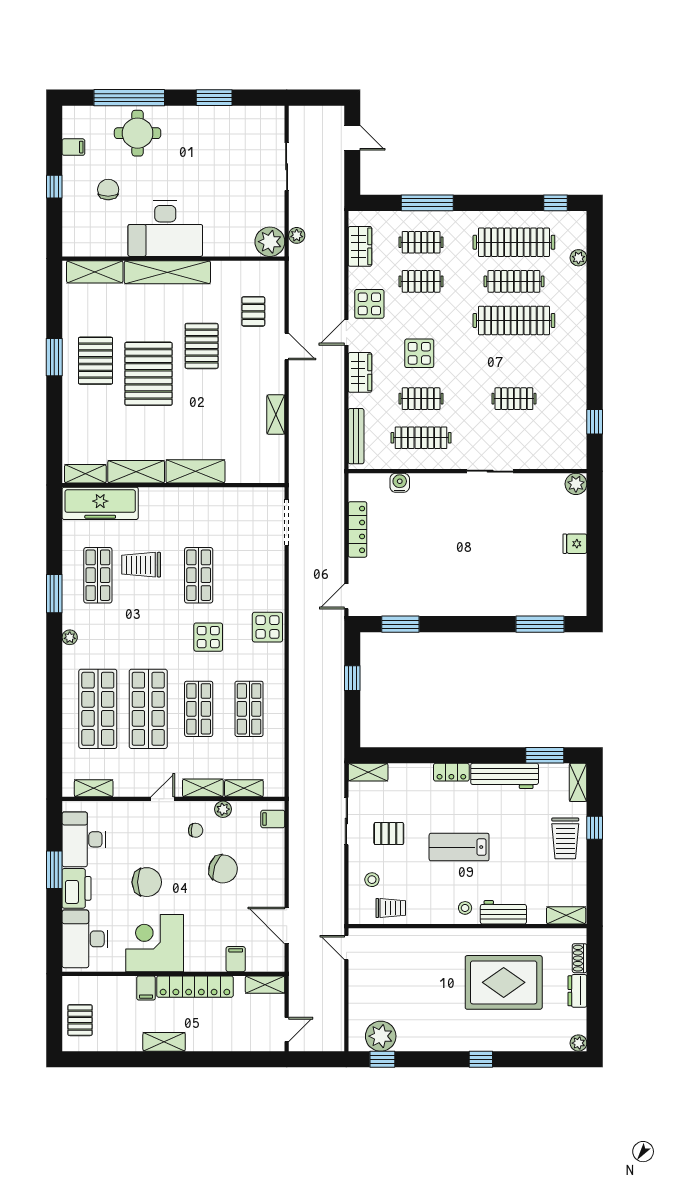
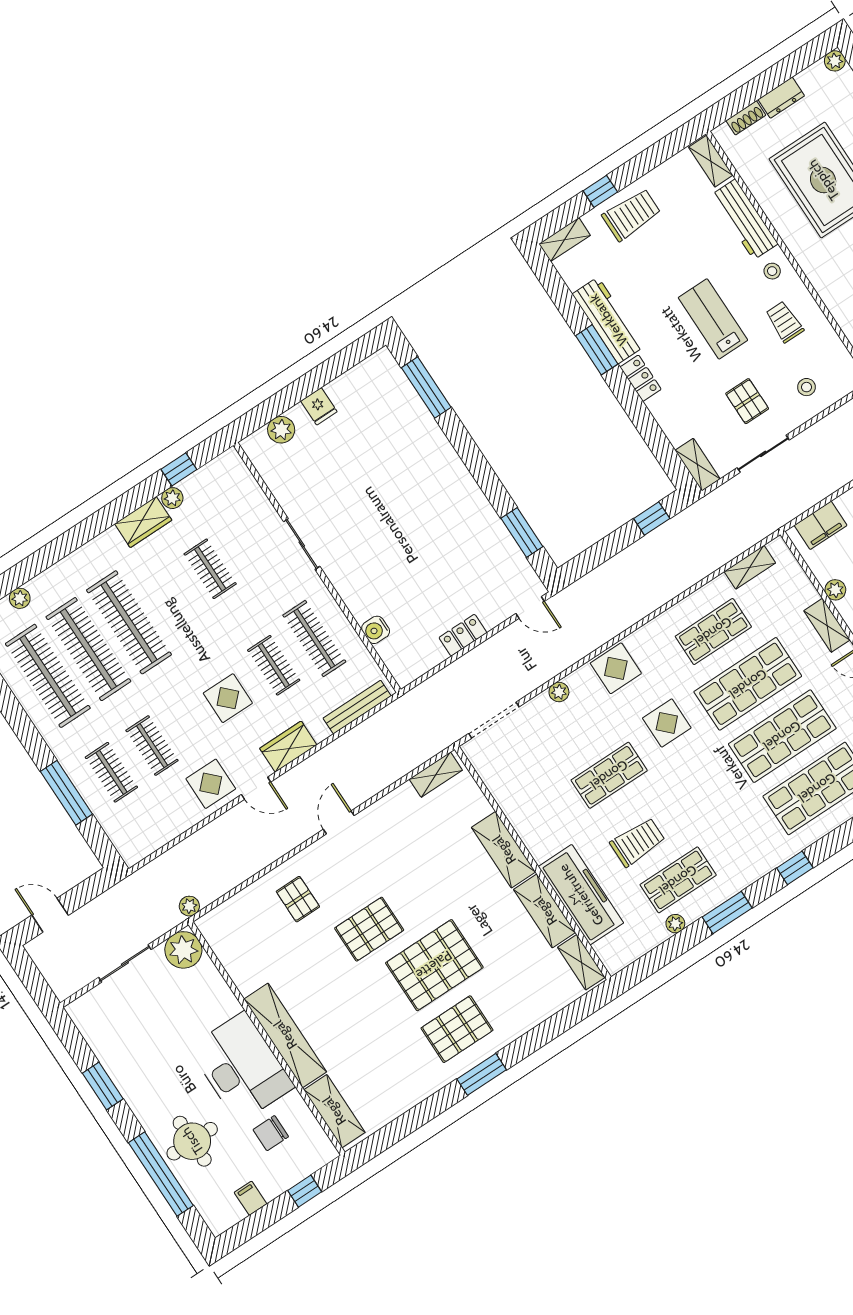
door: (352, 138) -> (50, 915), hinge flipped
desk: (165, 229) -> (241, 1067), moved
plant: (270, 242) -> (183, 950), moved
wardrobe: (360, 246) -> (143, 522), moved, turned 180
wall: (173, 259) -> (267, 1039), moved
shelving: (95, 272) -> (334, 1111), moved
shelving: (167, 272) -> (285, 1035), moved
clothes rail: (514, 281) -> (88, 649), width x1.37, depth x1.31
pallet: (253, 311) -> (298, 899), turned 90
door: (287, 347) -> (339, 822), moved
plant: (578, 405) -> (172, 498), added
shelving: (276, 415) -> (436, 775), moved
plant: (576, 484) -> (281, 430), moved
freezer: (100, 503) -> (581, 895), moved
locker: (358, 529) -> (463, 635), width x0.66
trolley: (141, 565) -> (638, 842), turned -90
plant: (277, 578) -> (559, 692), added
plant: (70, 637) -> (675, 924), moved
window: (54, 659) -> (795, 868), added
window: (352, 678) -> (652, 518), moved
shop shelf: (199, 709) -> (748, 684), width x1.43, depth x1.36
window: (545, 755) -> (597, 350), moved
shelving: (244, 788) -> (750, 567), moved, turned 90
filing cabinet: (273, 819) -> (821, 525), width x2.00
lab bench: (459, 847) -> (713, 319), turned 180
trolley: (391, 908) -> (785, 322), moved
workbench: (503, 912) -> (745, 219), width x1.38

